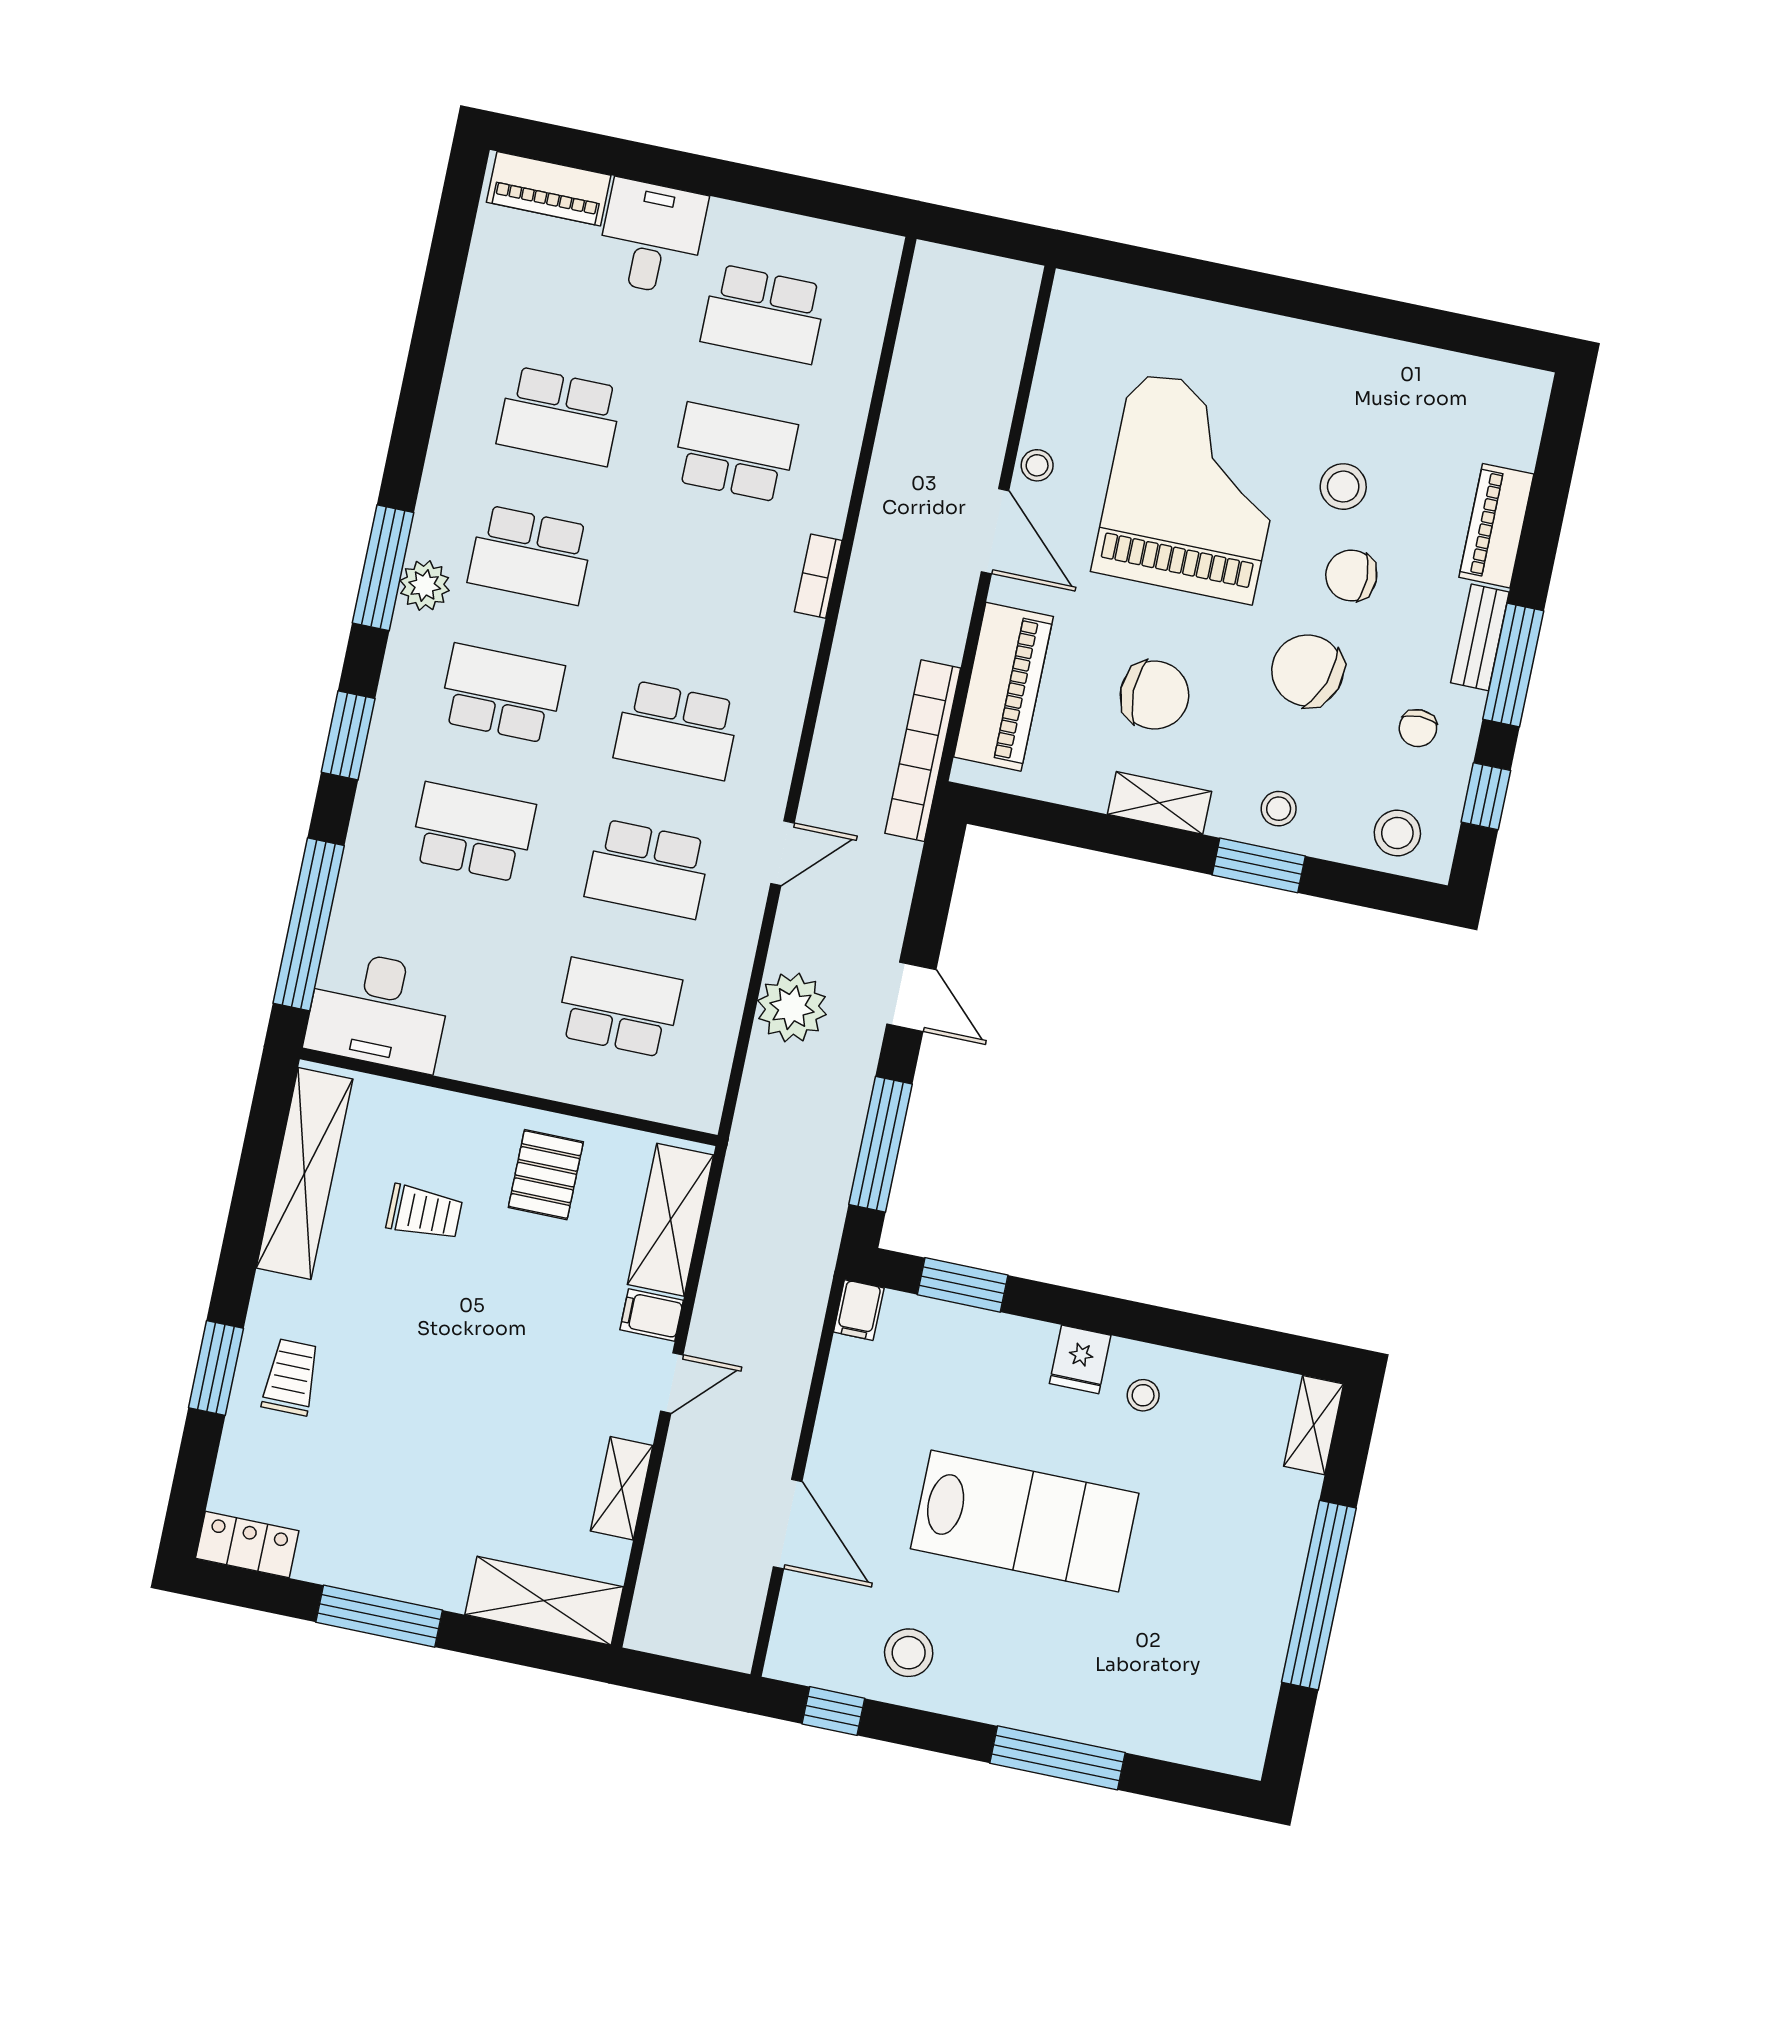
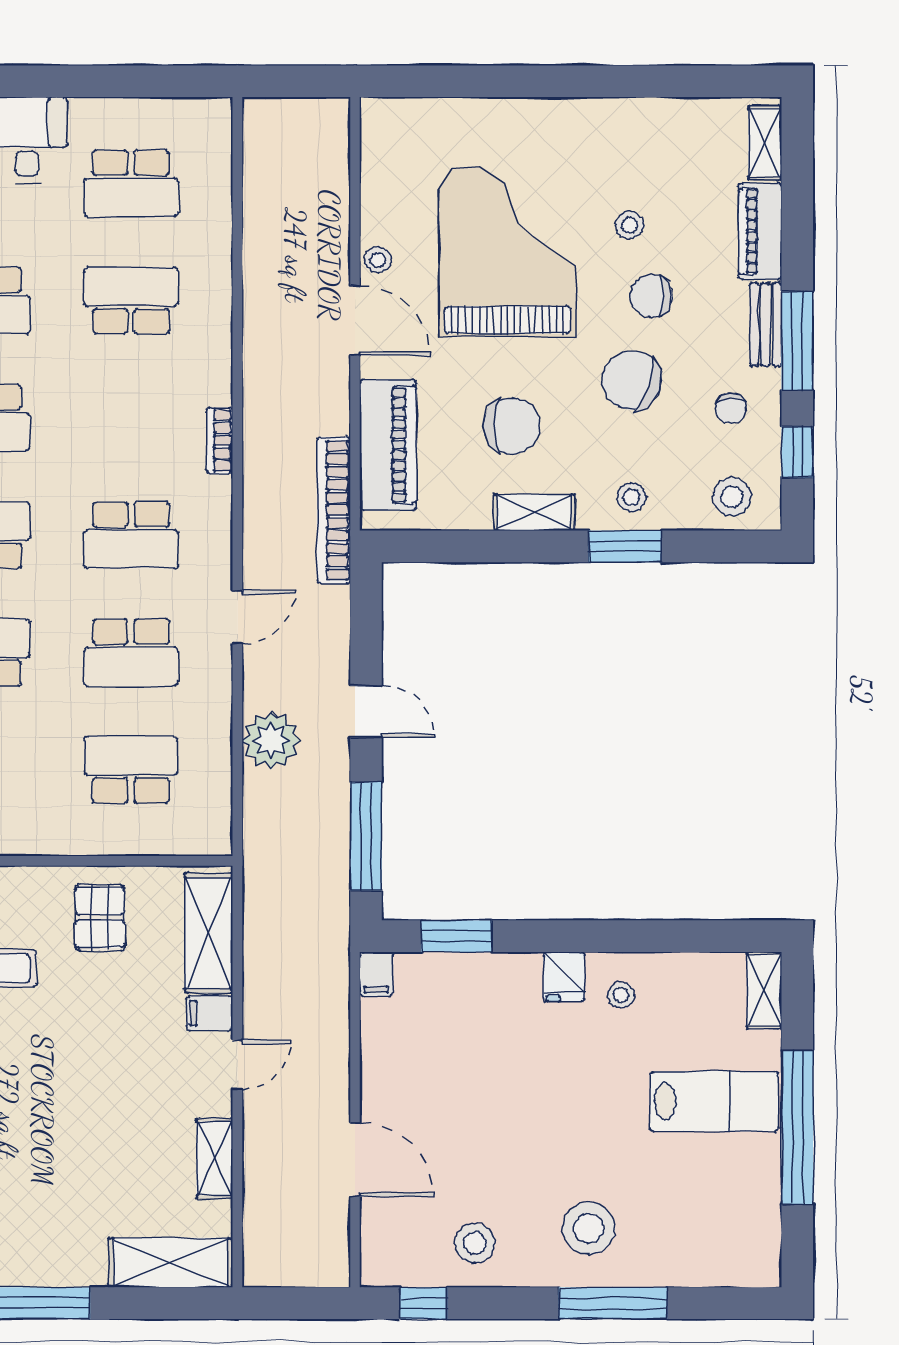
shelving: (1524, 423) -> (765, 143), added
stool: (1343, 487) -> (629, 225), width x0.73, depth x0.73
bookcase: (818, 576) -> (219, 441), moved
lab bench: (1025, 1521) -> (714, 1101), moved, width x0.73, depth x0.72
stool: (1047, 1663) -> (589, 1228), added

